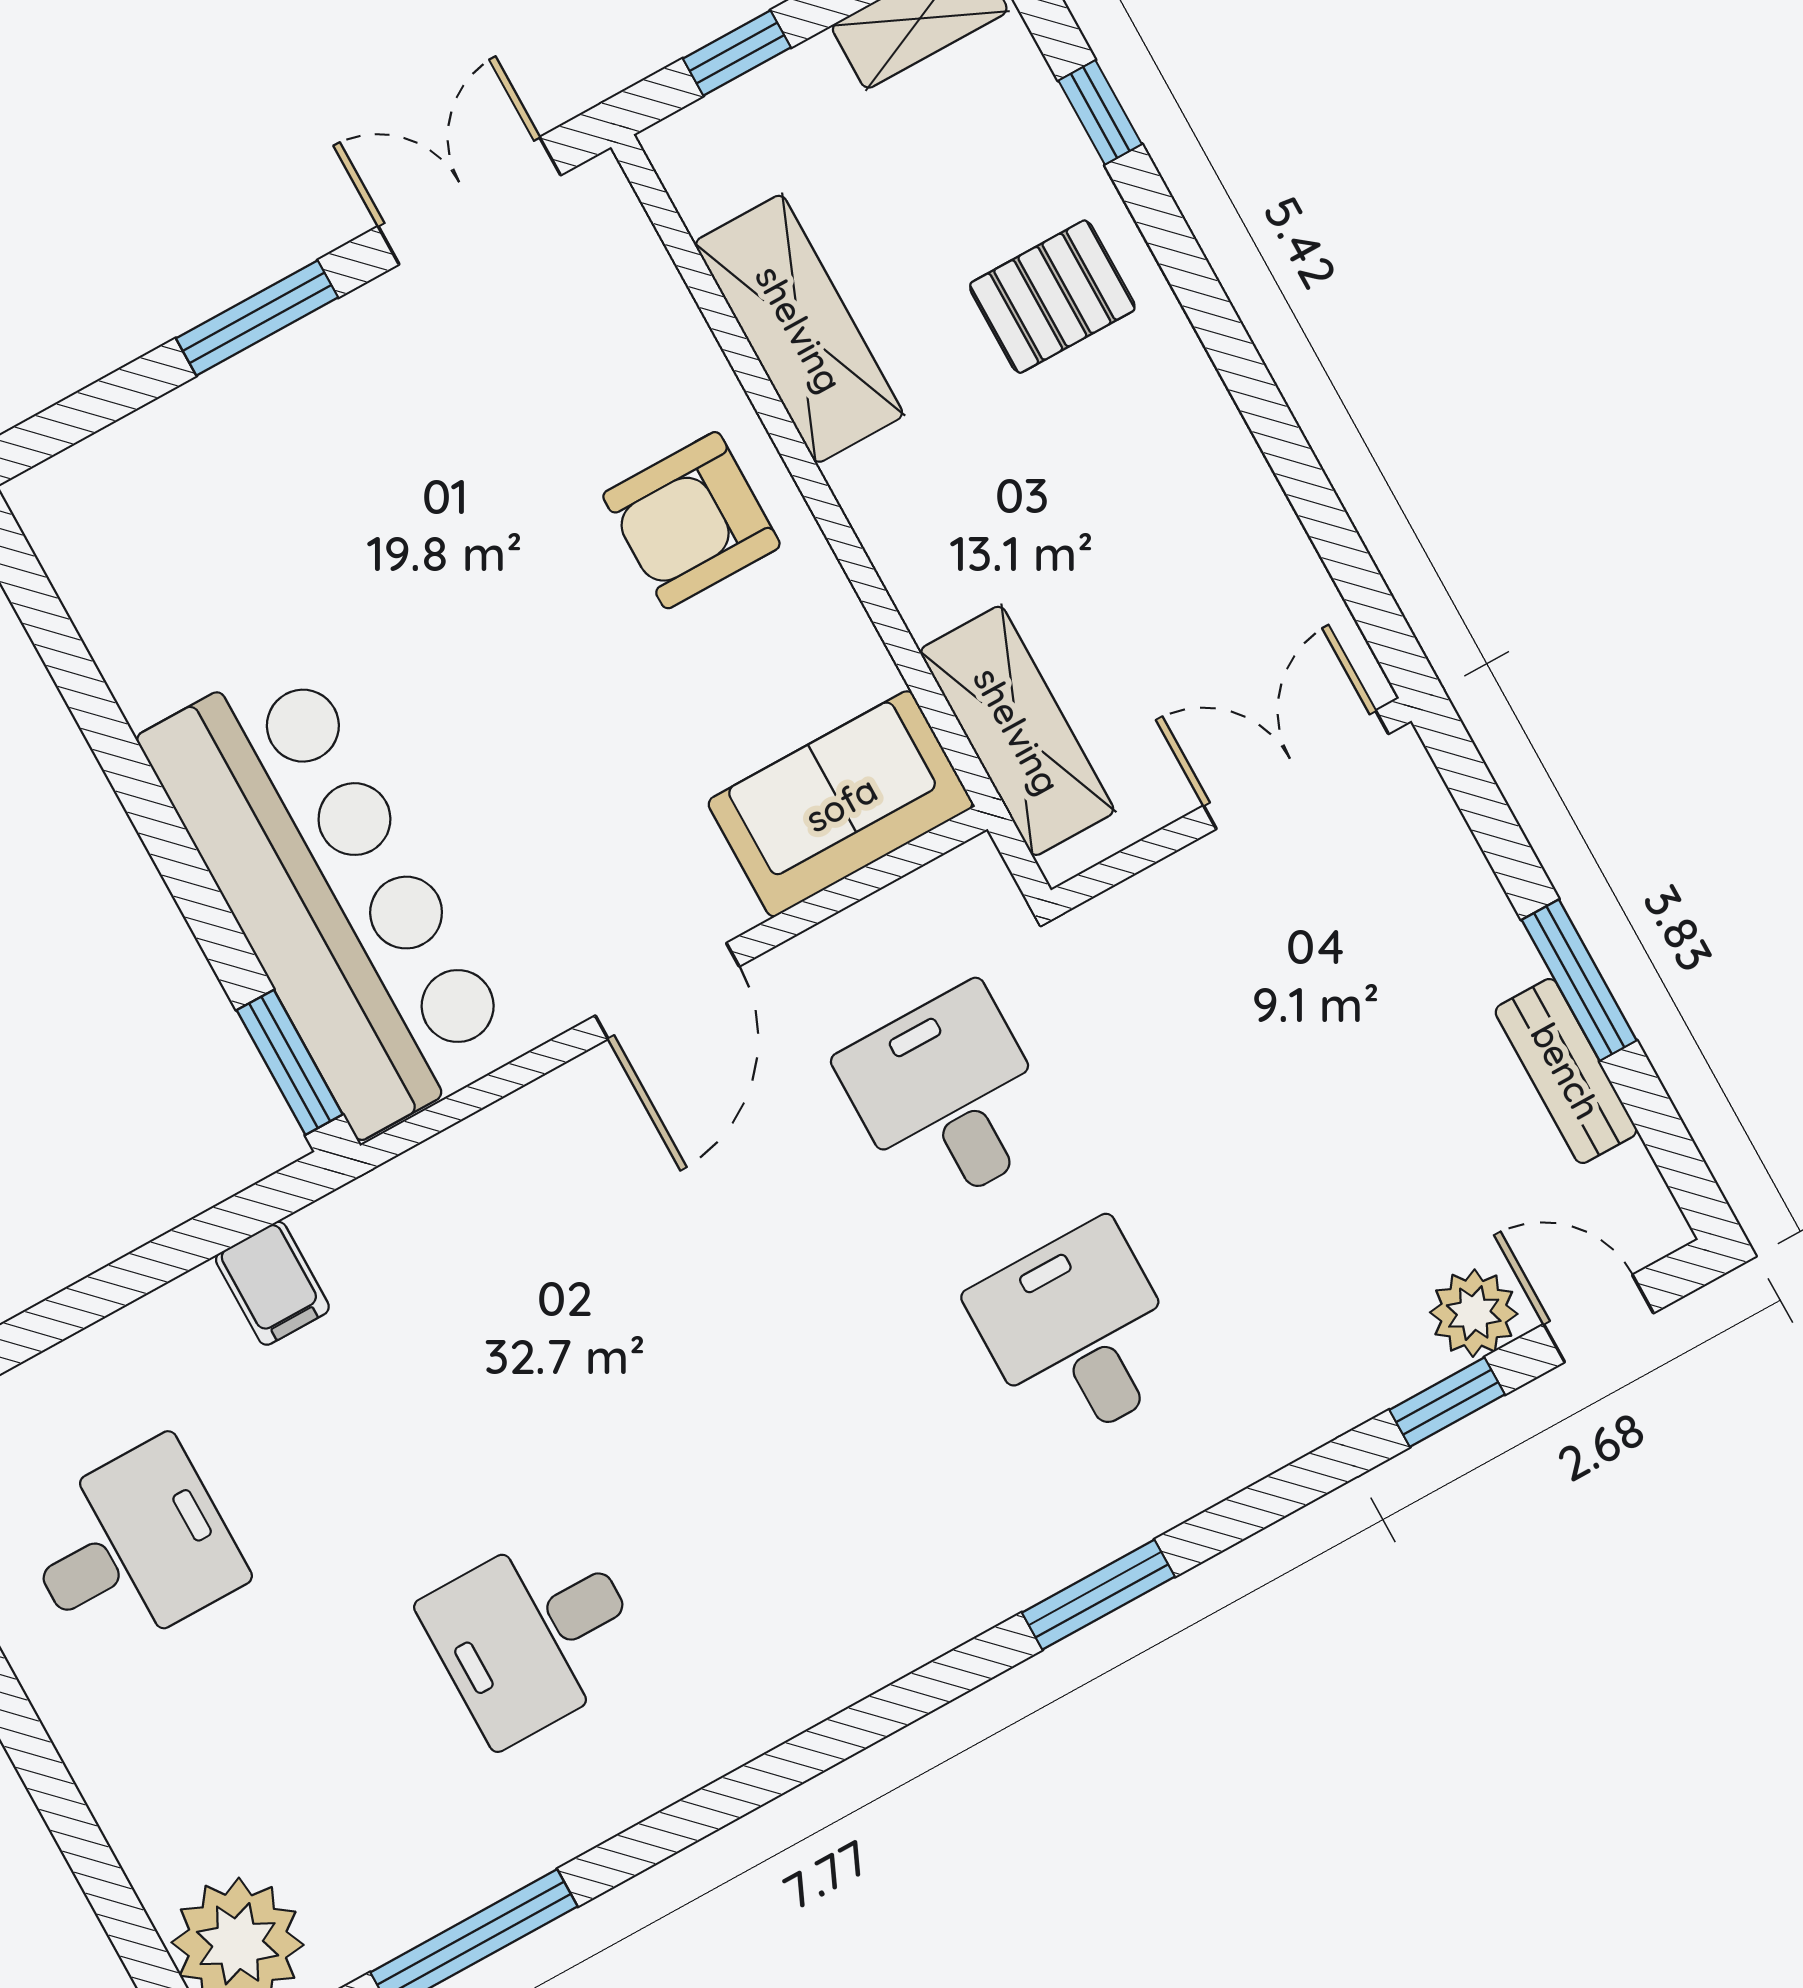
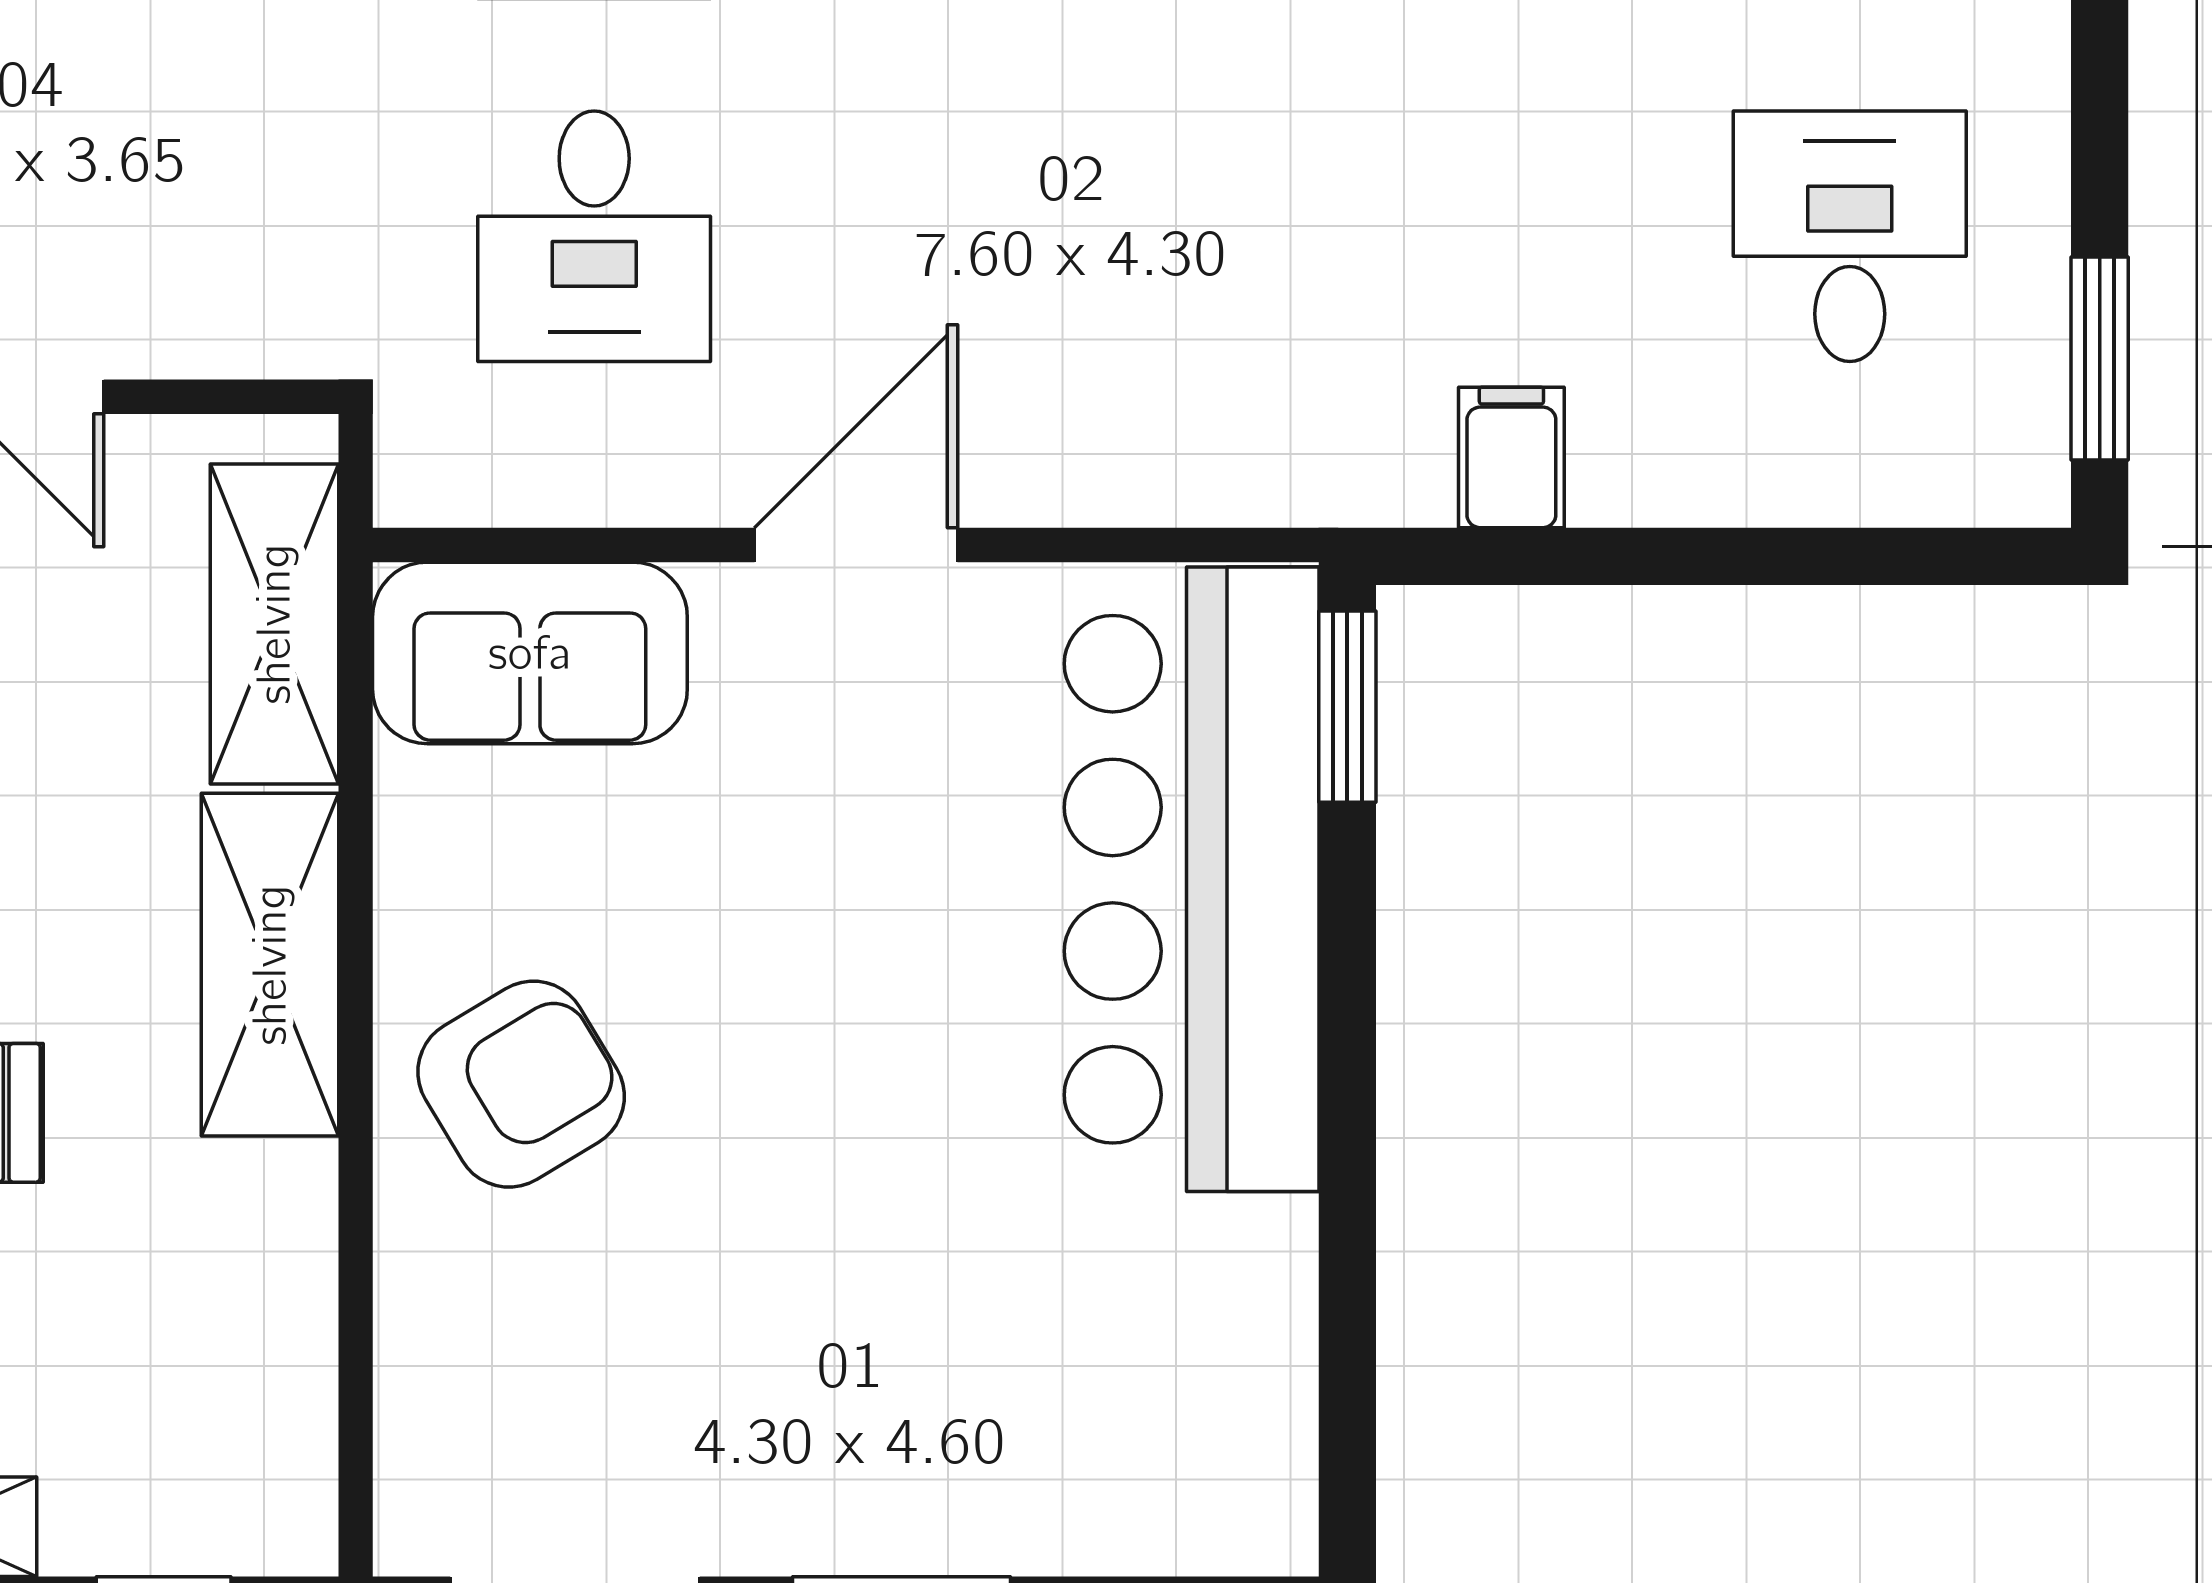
shelving: (799, 329) -> (270, 965), moved
armchair: (691, 520) -> (521, 1084), turned -31
desk: (132, 1549) -> (1850, 236), turned 90

